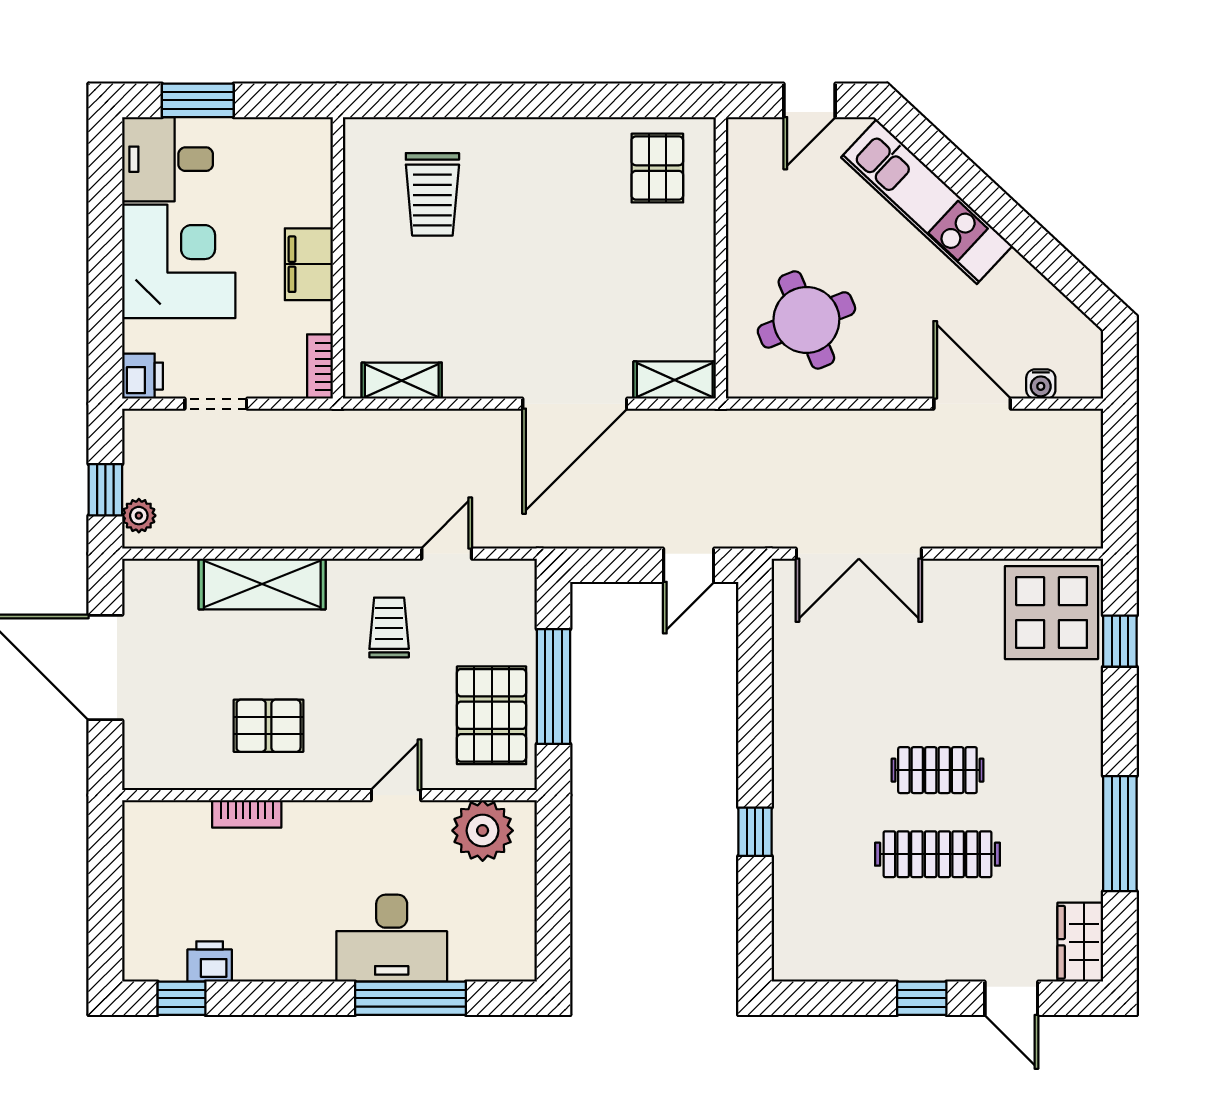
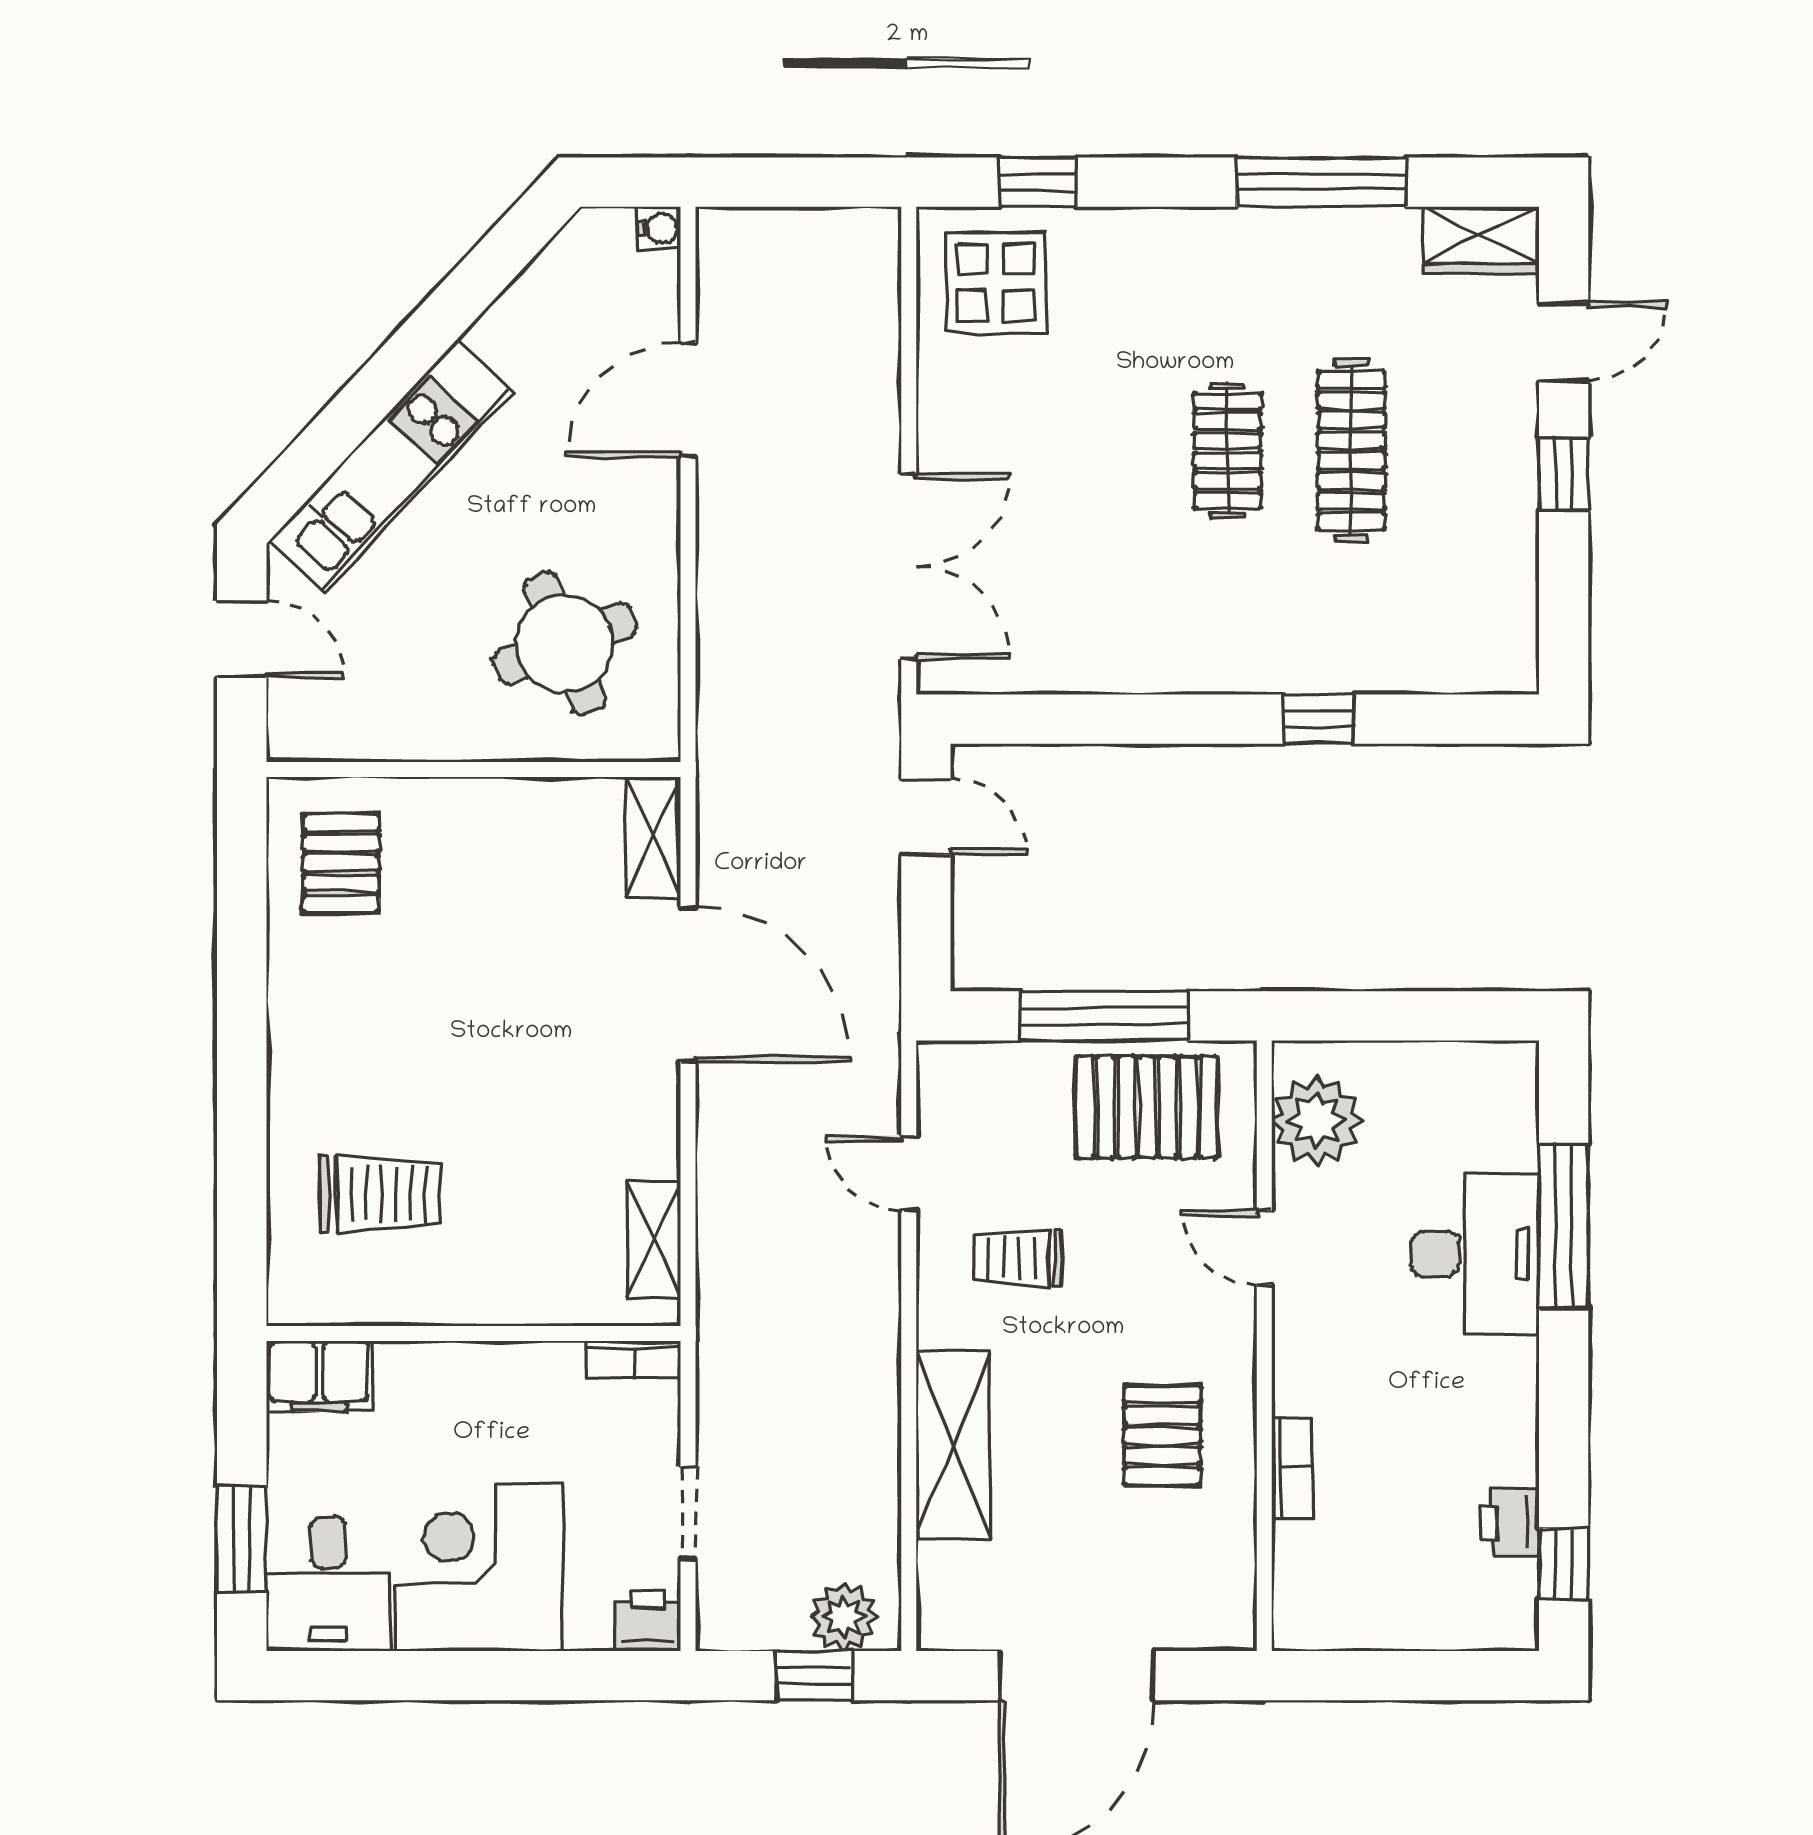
pallet: (657, 168) -> (341, 863), turned 90
filing cabinet: (309, 264) -> (319, 1376), moved
water cooler: (1041, 384) -> (659, 228), moved
plant: (139, 516) -> (844, 1617), width x1.38, depth x1.38
display table: (1052, 613) -> (996, 283), width x0.73, depth x0.73

